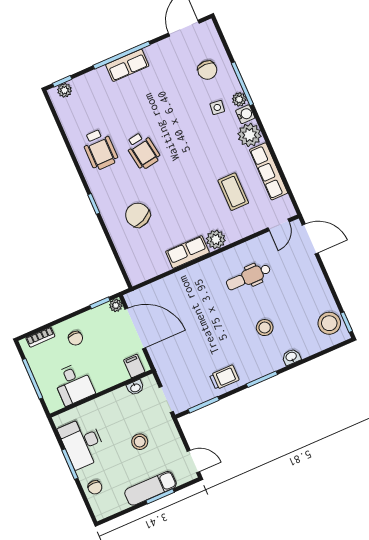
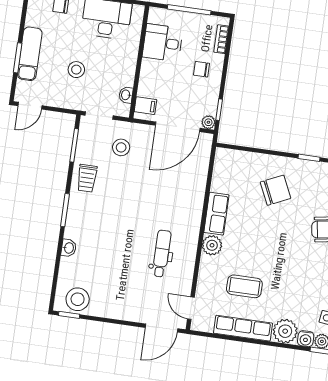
stool: (265, 328) -> (121, 147), moved

